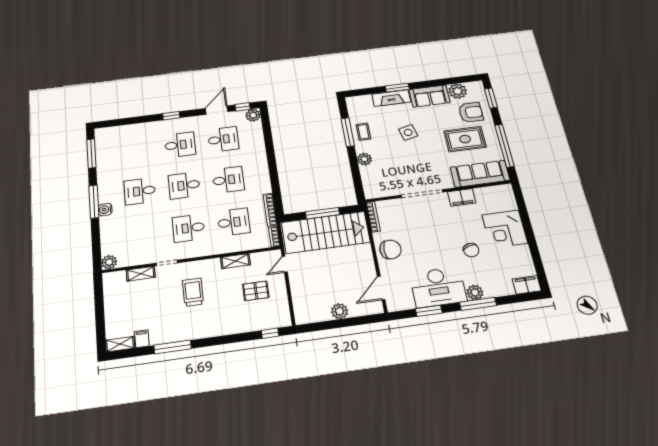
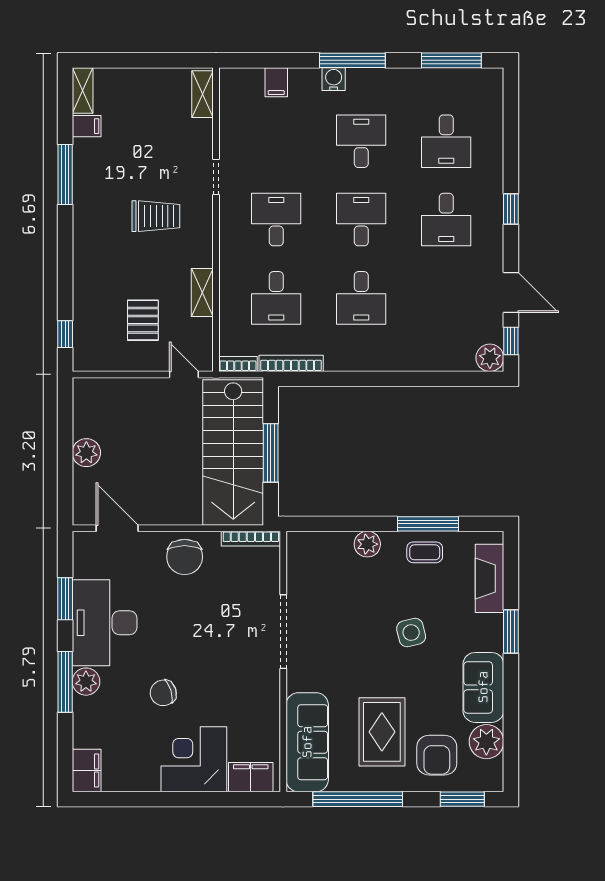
fireplace: (391, 98) -> (490, 578), moved
desk: (223, 139) -> (446, 141), moved
filing cabinet: (462, 197) -> (251, 777), moved, turned 90
filing cabinet: (109, 239) -> (276, 82), added
plant: (109, 262) -> (232, 81), removed
shelving: (141, 274) -> (202, 94), moved

